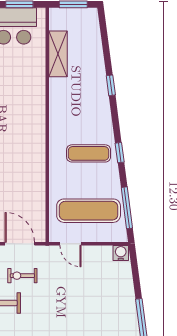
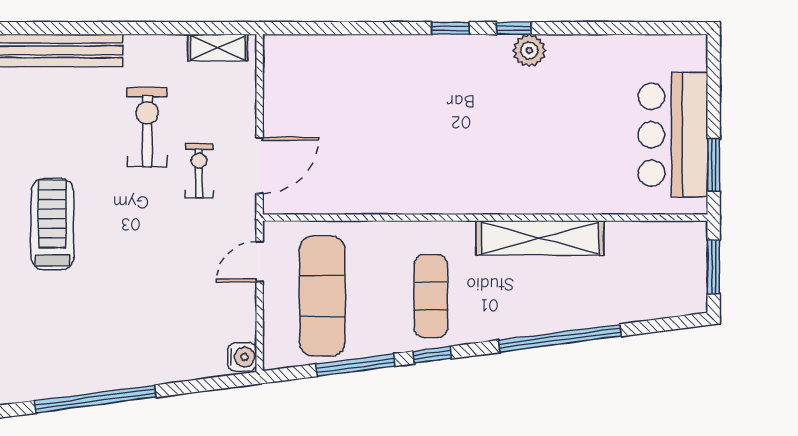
shelving: (58, 54) -> (540, 238), moved, width x1.47
window: (111, 85) -> (560, 338), width x3.17
window: (127, 208) -> (355, 365), moved

